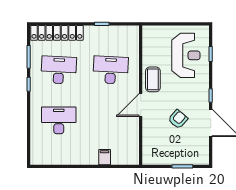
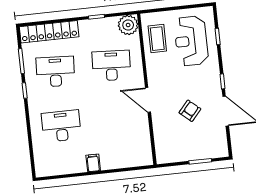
plant: (130, 35) -> (128, 25), added
reception desk: (186, 55) -> (191, 41), turned 180
coffee table: (153, 79) -> (157, 39), moved
door: (141, 105) -> (148, 100), hinge flipped
filing cabinet: (105, 157) -> (93, 163), moved

